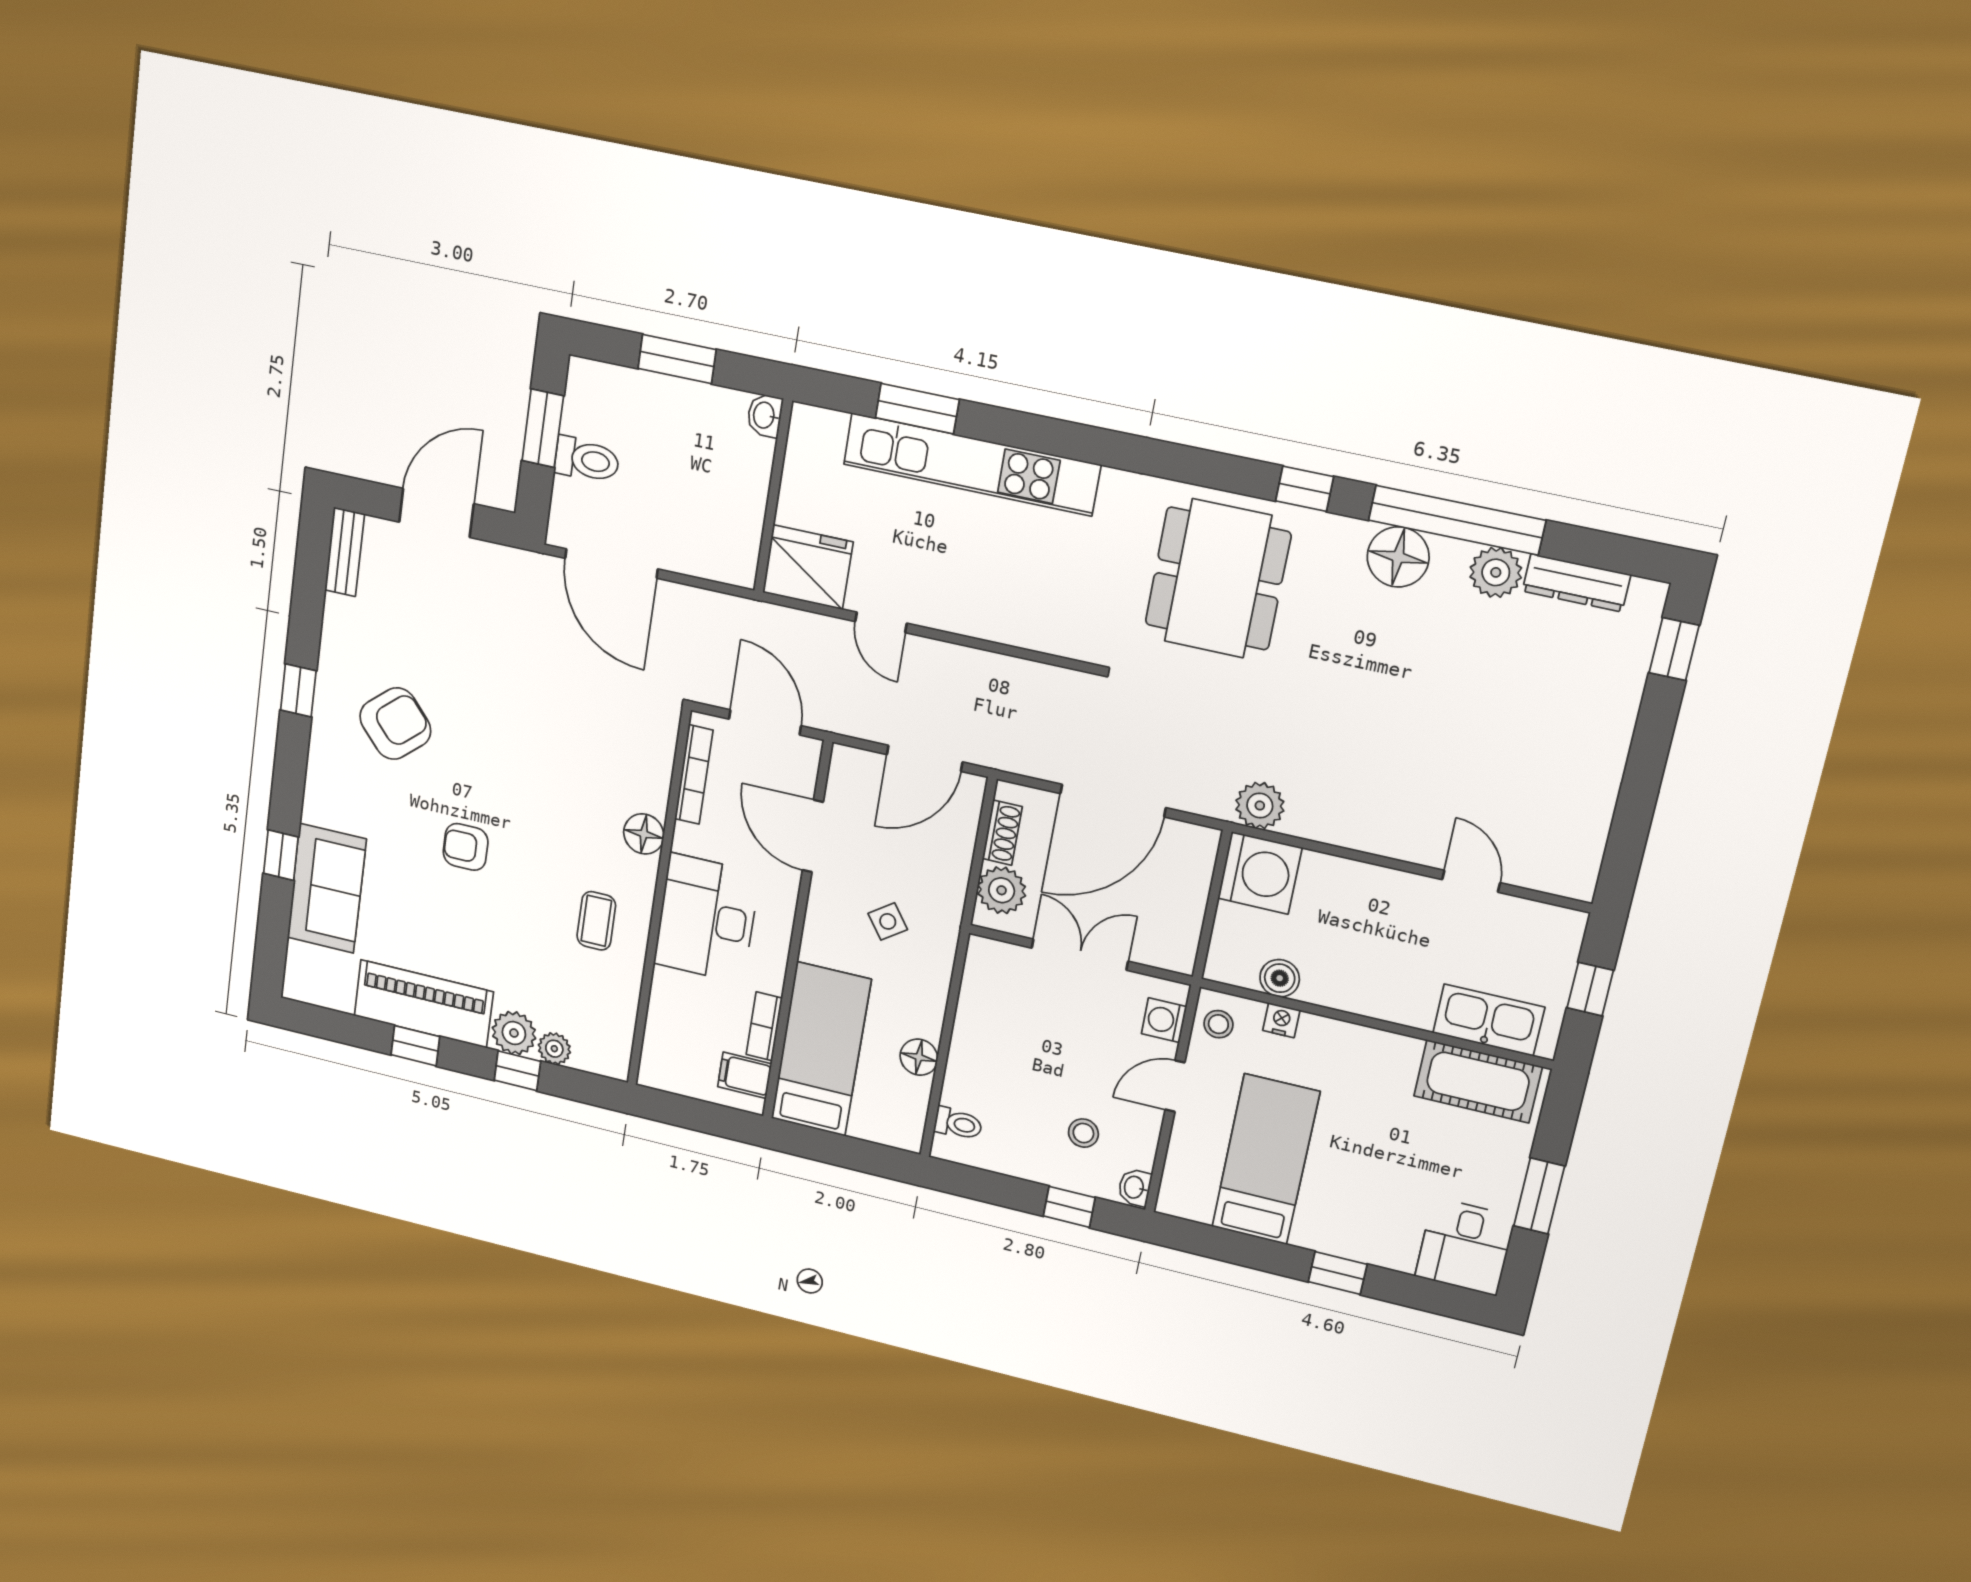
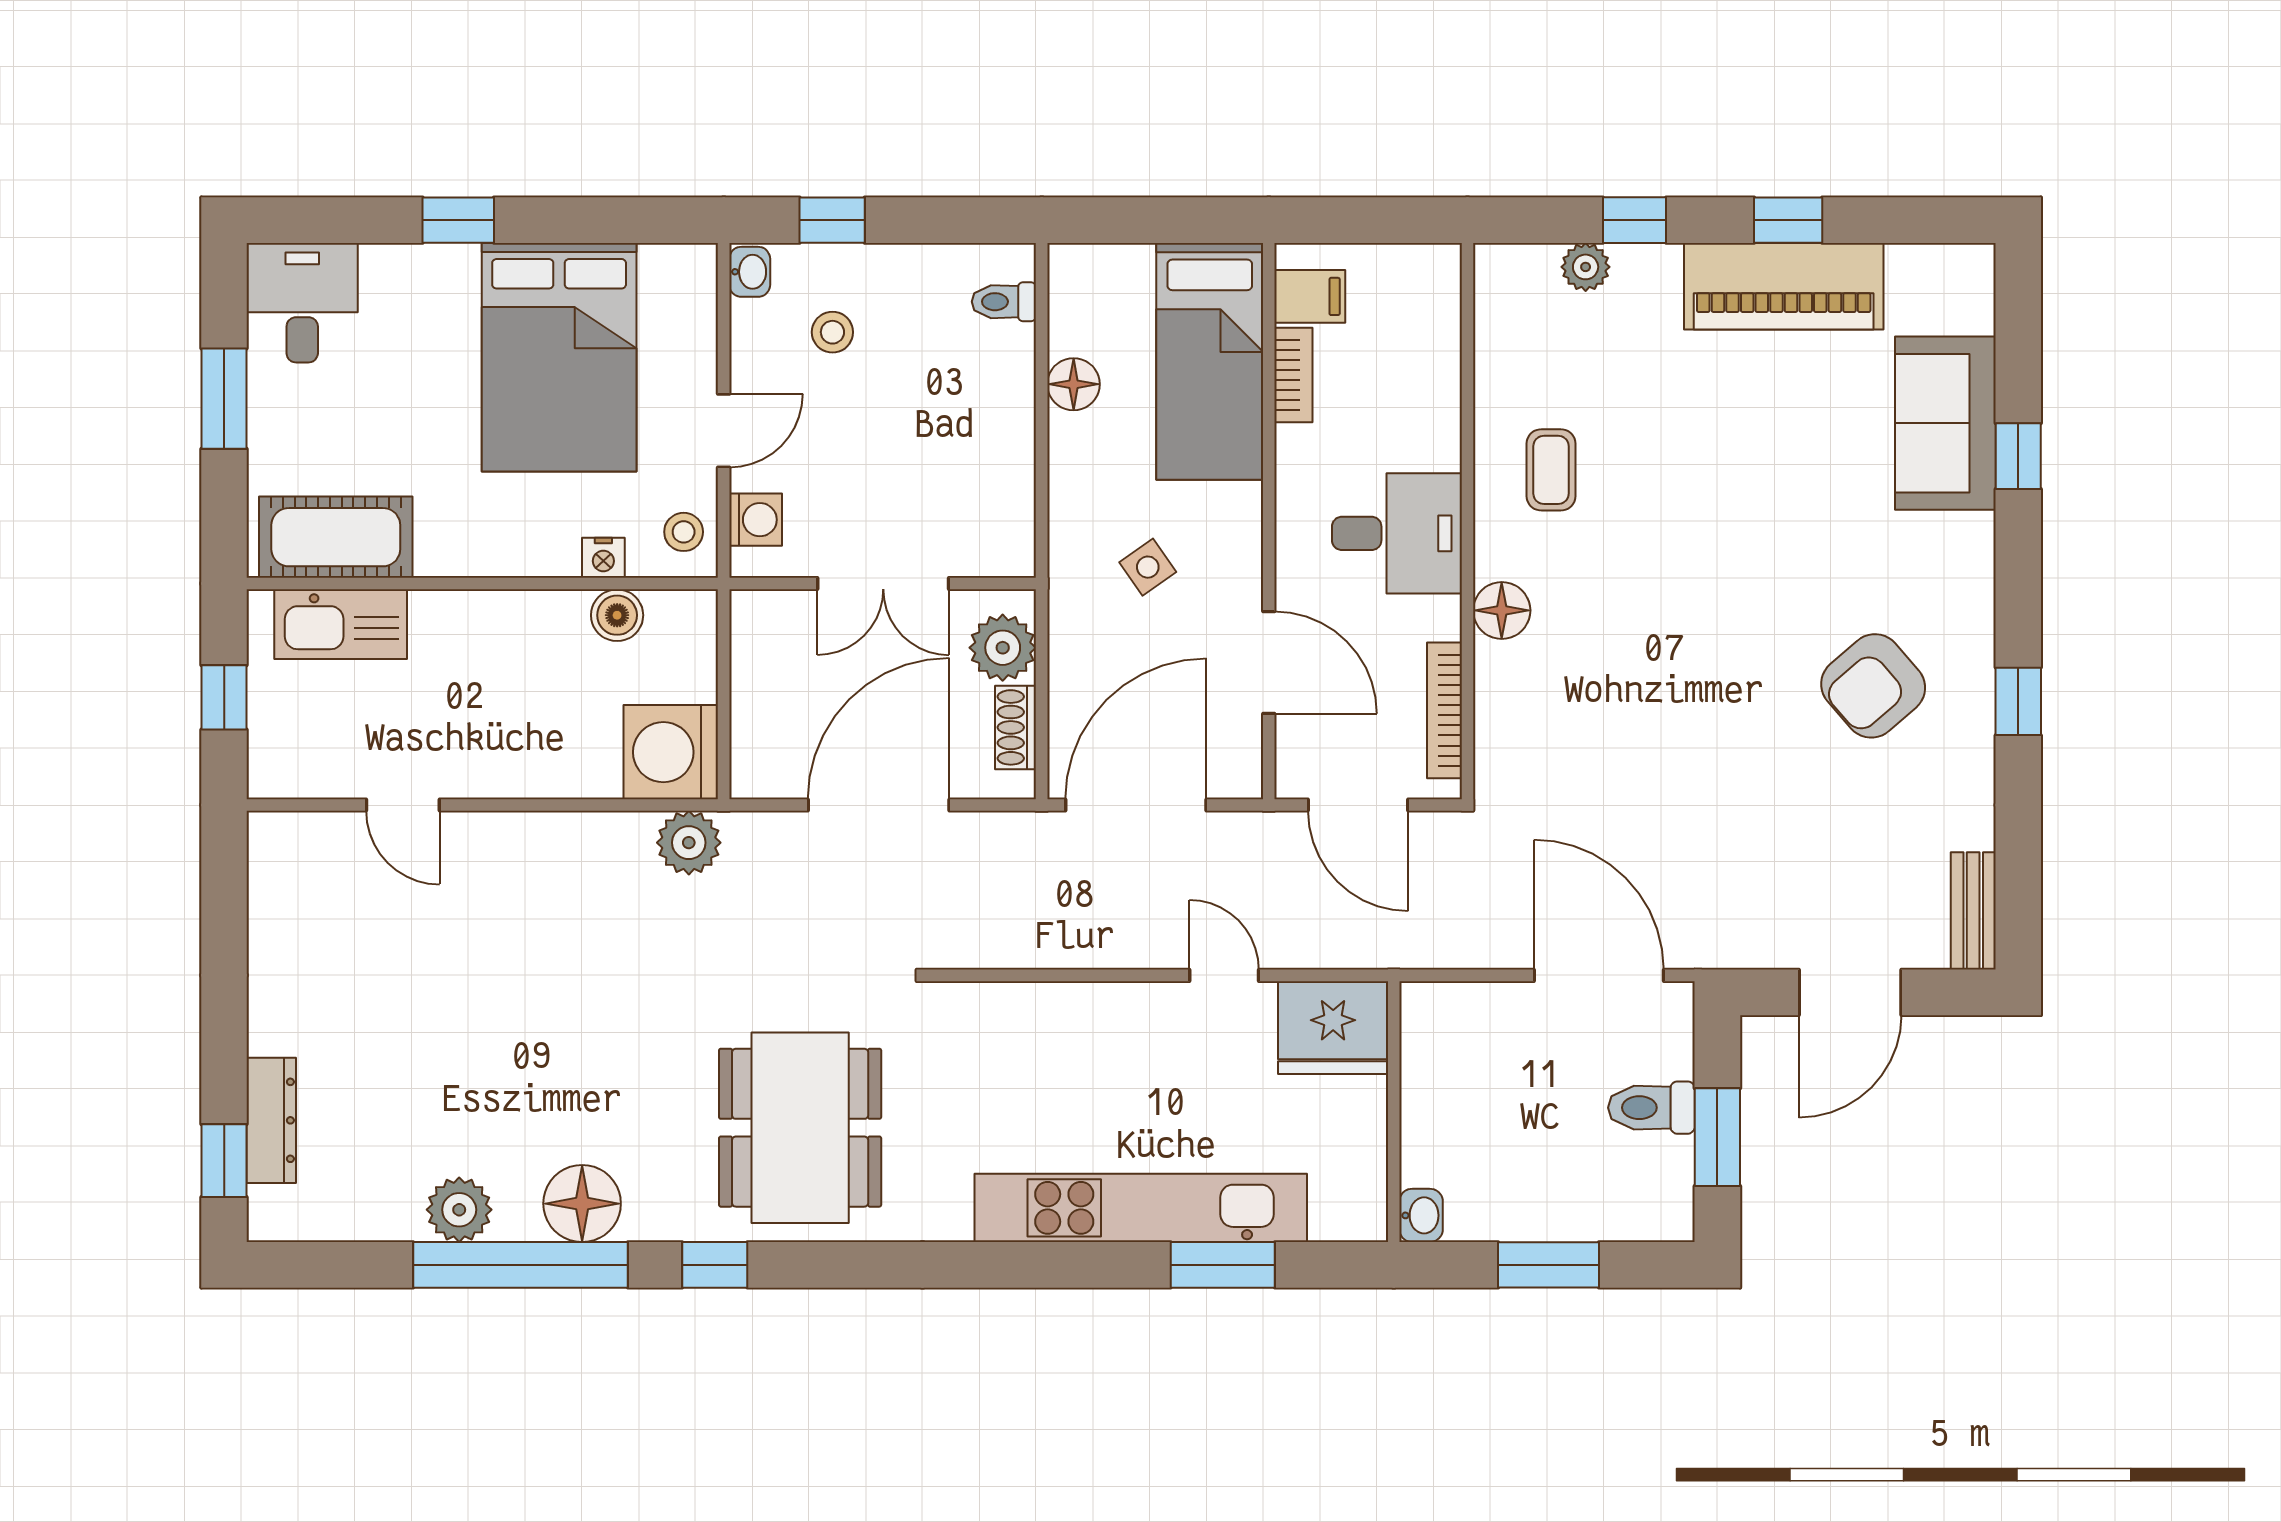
dresser: (1576, 583) -> (271, 1120), moved, turned 90
door: (925, 758) -> (1136, 805), width x1.36
armchair: (466, 847) -> (1751, 532), removed
desk: (707, 918) -> (1397, 533), width x0.73
plant: (514, 1033) -> (1647, 276), removed
bed: (1266, 1160) -> (559, 357), width x1.50

